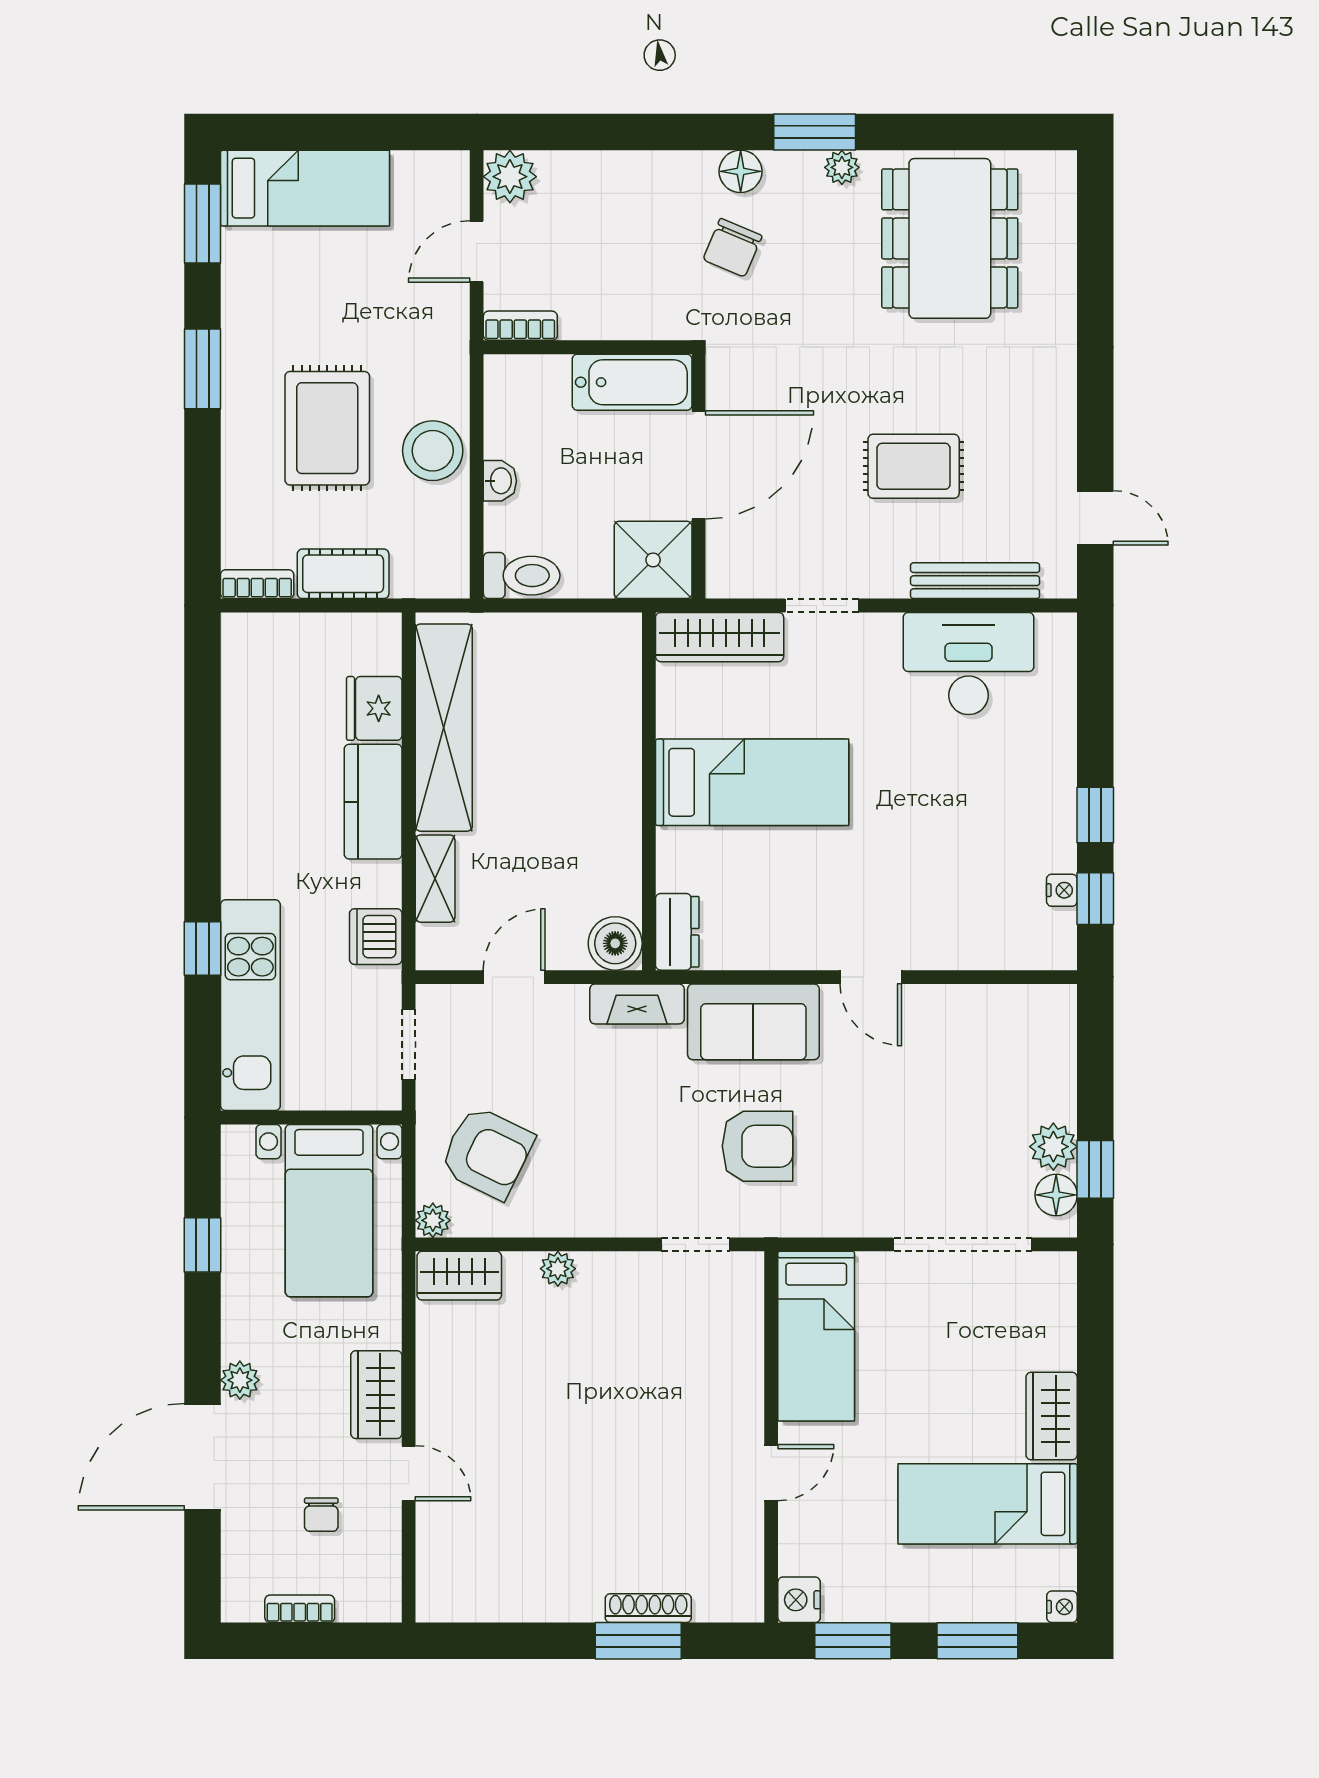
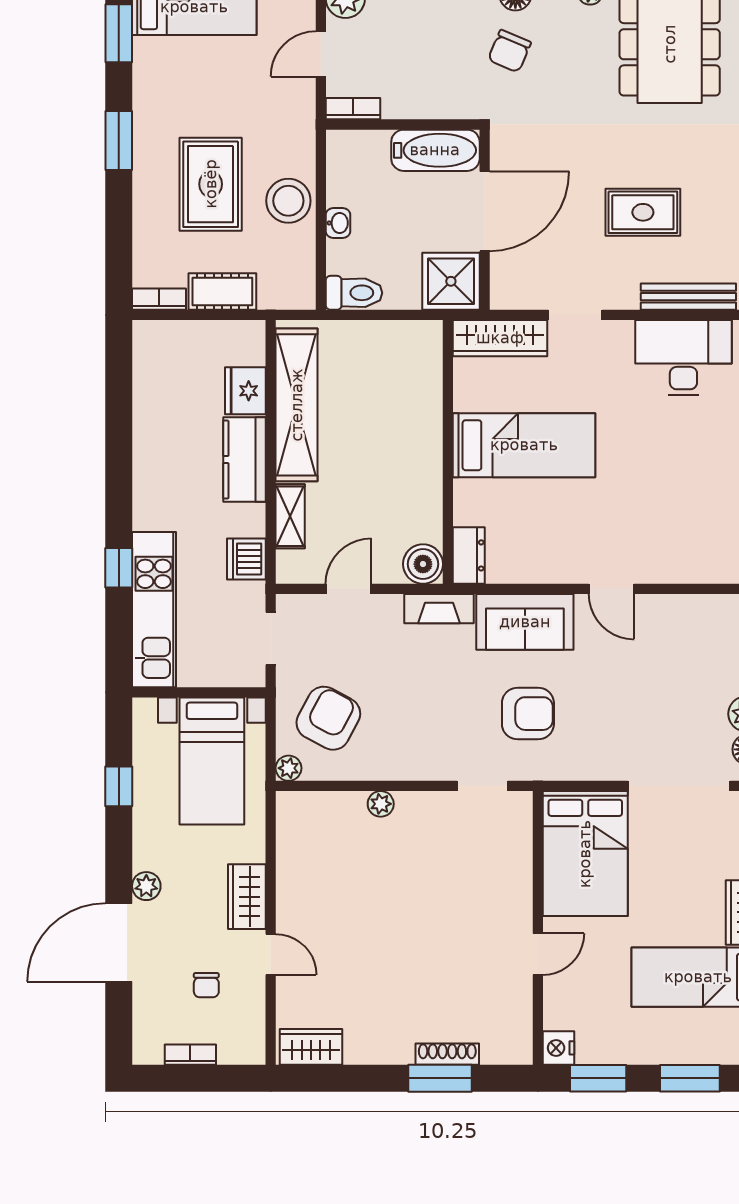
armchair: (487, 1153) -> (328, 718), turned -88
wardrobe: (459, 1276) -> (311, 1047), moved, turned 180
bed: (816, 1336) -> (585, 854), width x1.50

